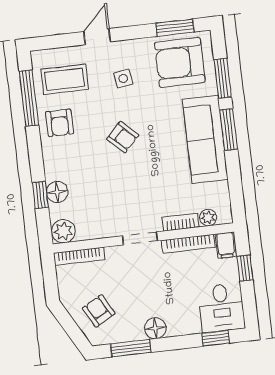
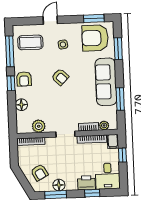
armchair: (60, 123) -> (24, 79), moved
window: (229, 129) -> (120, 99), moved
window: (40, 195) -> (11, 83), moved
plant: (63, 231) -> (39, 126), moved
armchair: (99, 311) -> (39, 173), turned 180
printer: (184, 323) -> (86, 183), added
floor lamp: (155, 328) -> (59, 185), moved
window: (216, 338) -> (92, 193), moved

